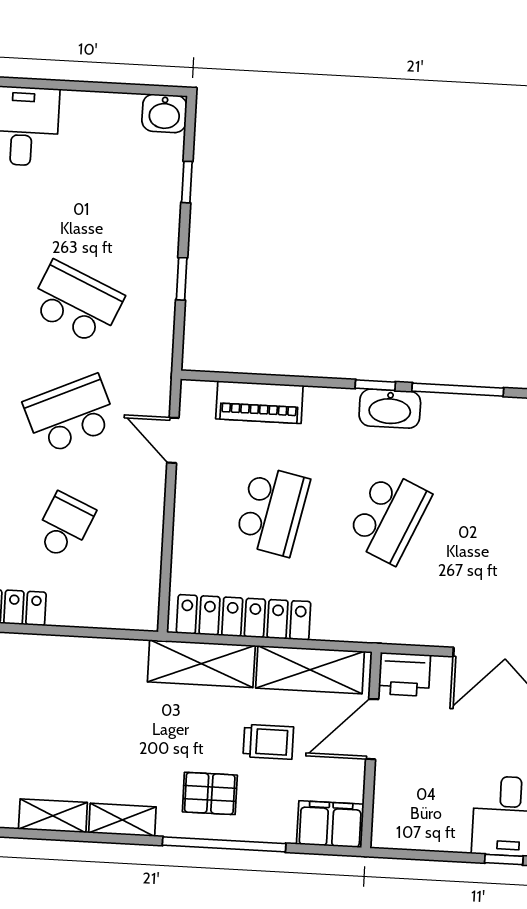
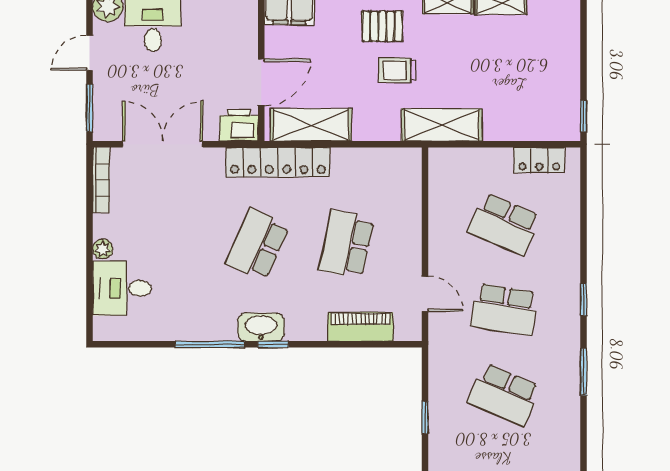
school desk: (70, 414) -> (504, 310), turned 33
school desk: (64, 526) -> (504, 224), width x1.85
locker: (244, 617) -> (278, 162), moved
shelving: (201, 664) -> (442, 125), moved
trolley: (268, 742) -> (397, 70), moved

